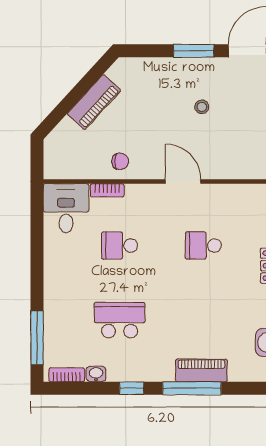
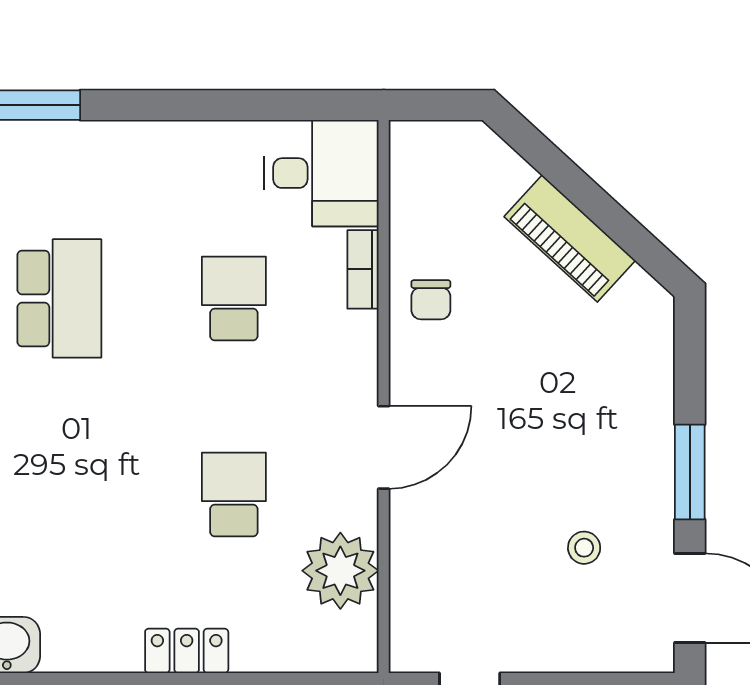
stool: (202, 107) -> (584, 548), moved
plant: (236, 200) -> (340, 571), added

